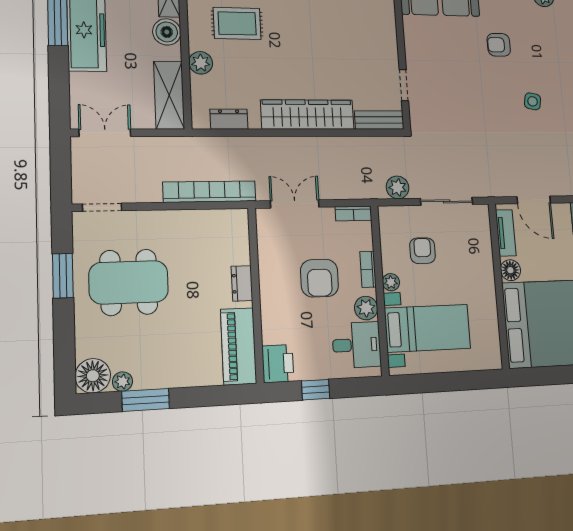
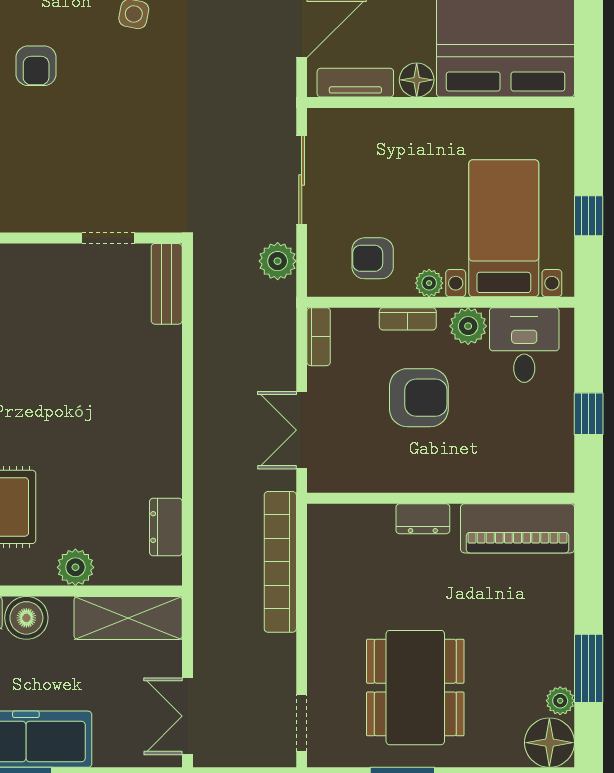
wardrobe: (307, 115) -> (158, 402), removed
armchair: (422, 251) -> (373, 258), moved
printer: (278, 364) -> (546, 470), removed
window: (439, 382) -> (589, 216), added

